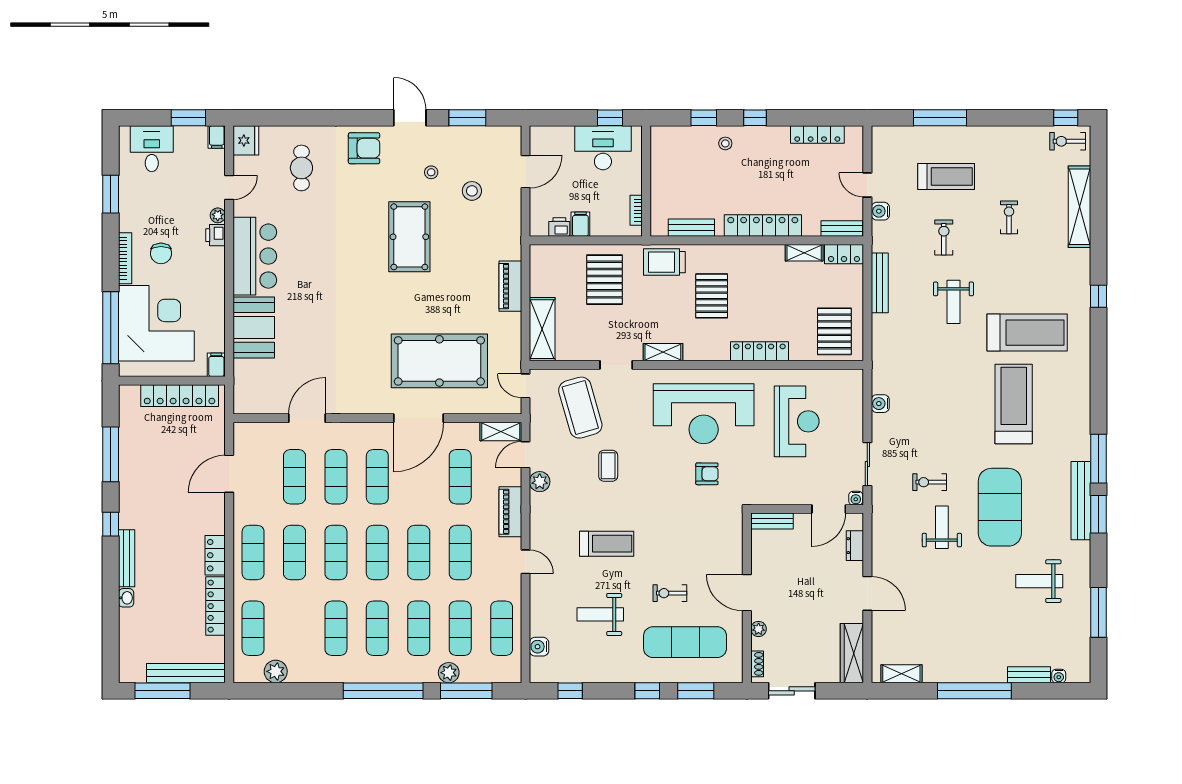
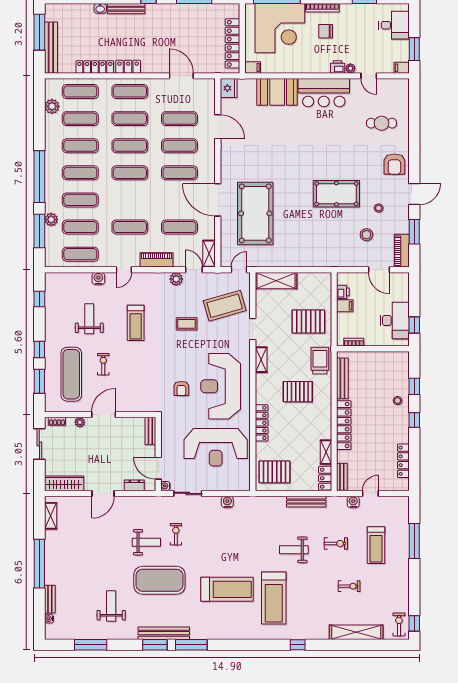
fridge: (246, 140) -> (229, 88), moved, turned -90
bench: (691, 228) -> (342, 378), width x1.36
piano: (510, 286) -> (402, 251), moved, turned -90
reception desk: (797, 421) -> (216, 447), width x1.36, depth x1.30
exercise mat: (419, 552) -> (80, 119), moved
water cooler: (539, 647) -> (98, 279), moved

